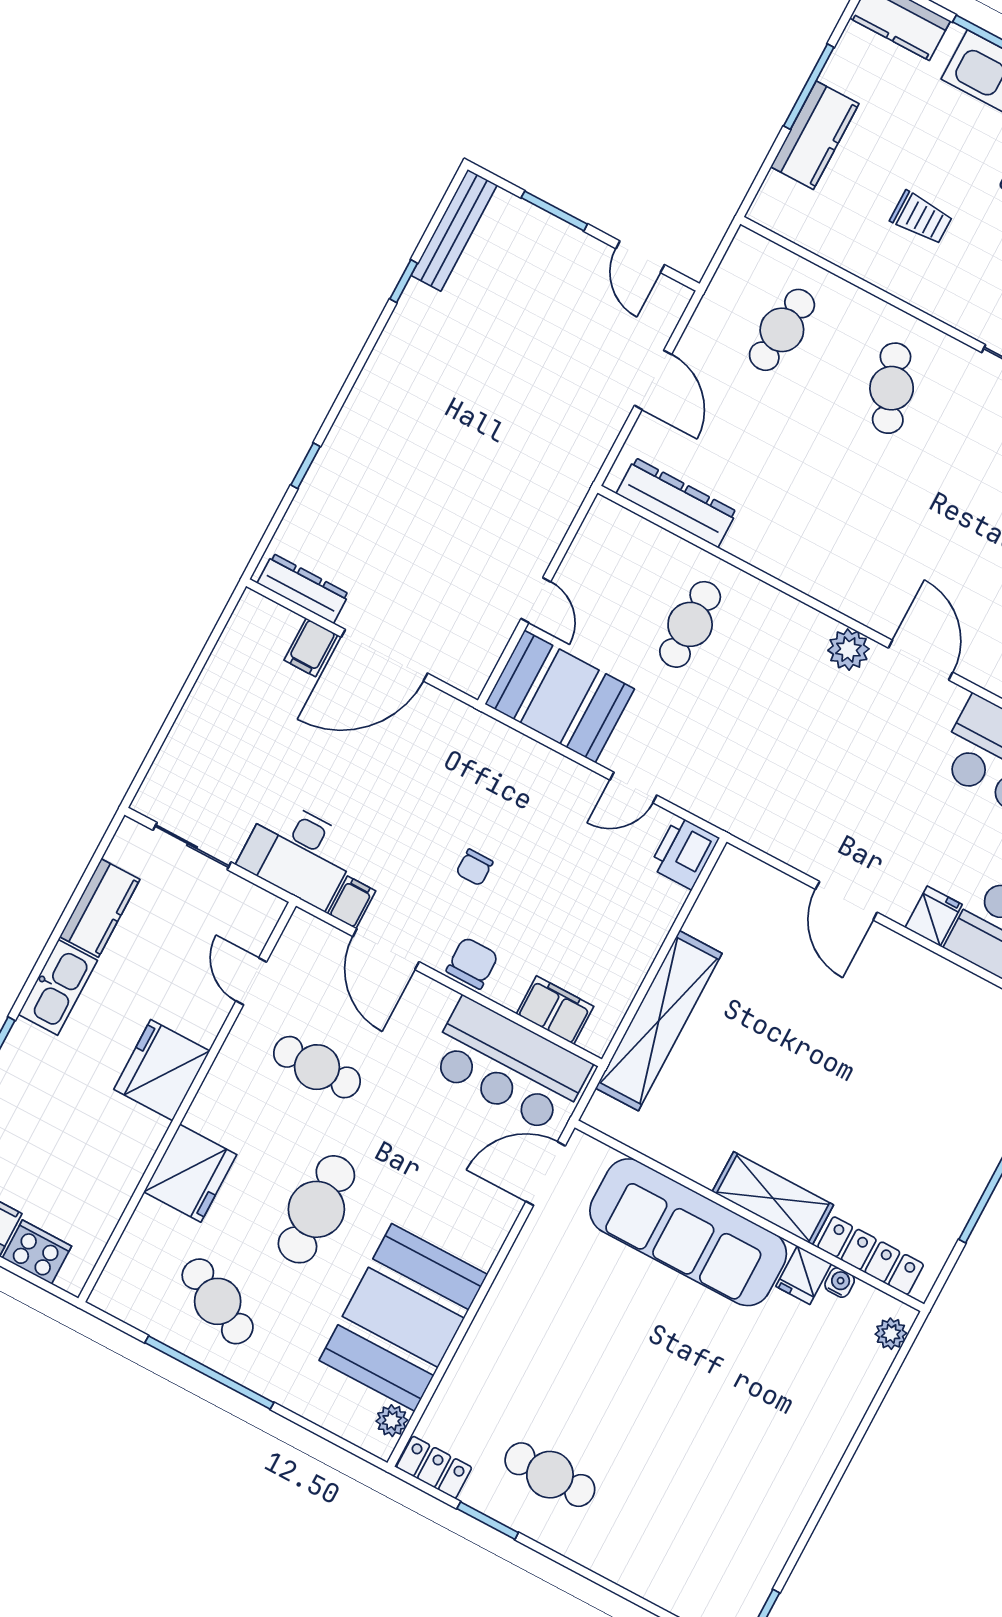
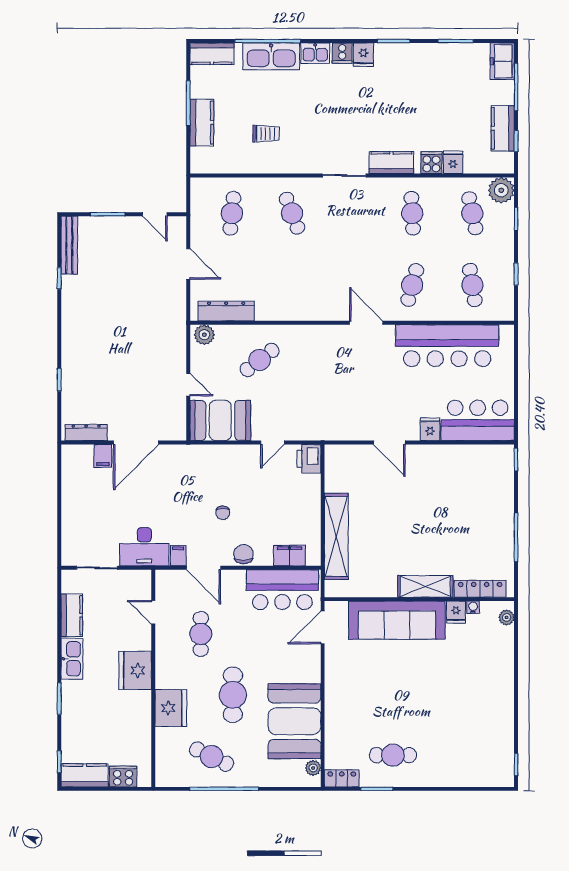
cafe table: (690, 624) -> (260, 360), turned 52
plant: (848, 650) -> (204, 335), moved
cafe table: (317, 1067) -> (201, 634), turned 90

